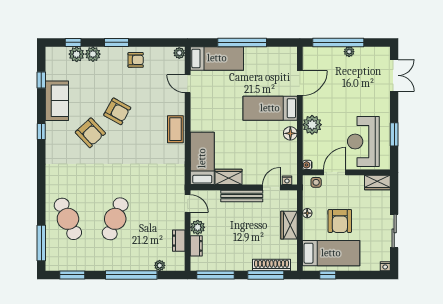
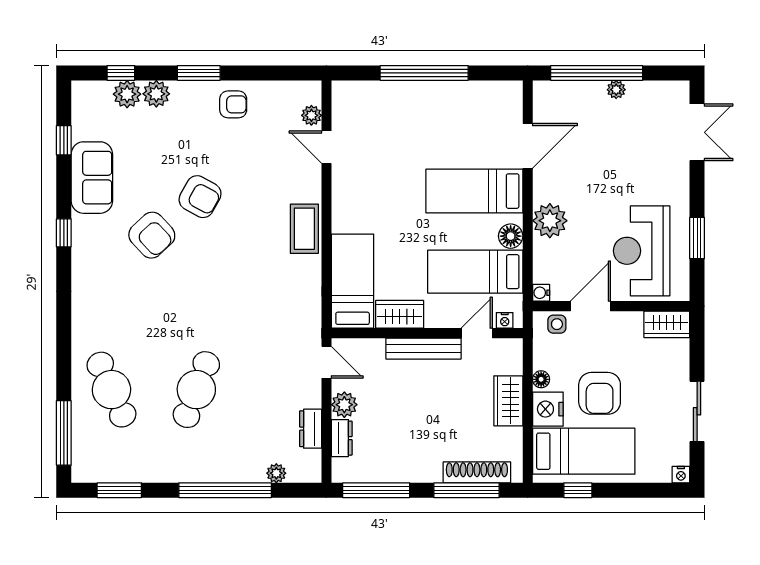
plant: (179, 53) -> (311, 115), moved
bed: (217, 58) -> (475, 272), moved, turned 180
nightstand: (311, 230) -> (548, 409), added

